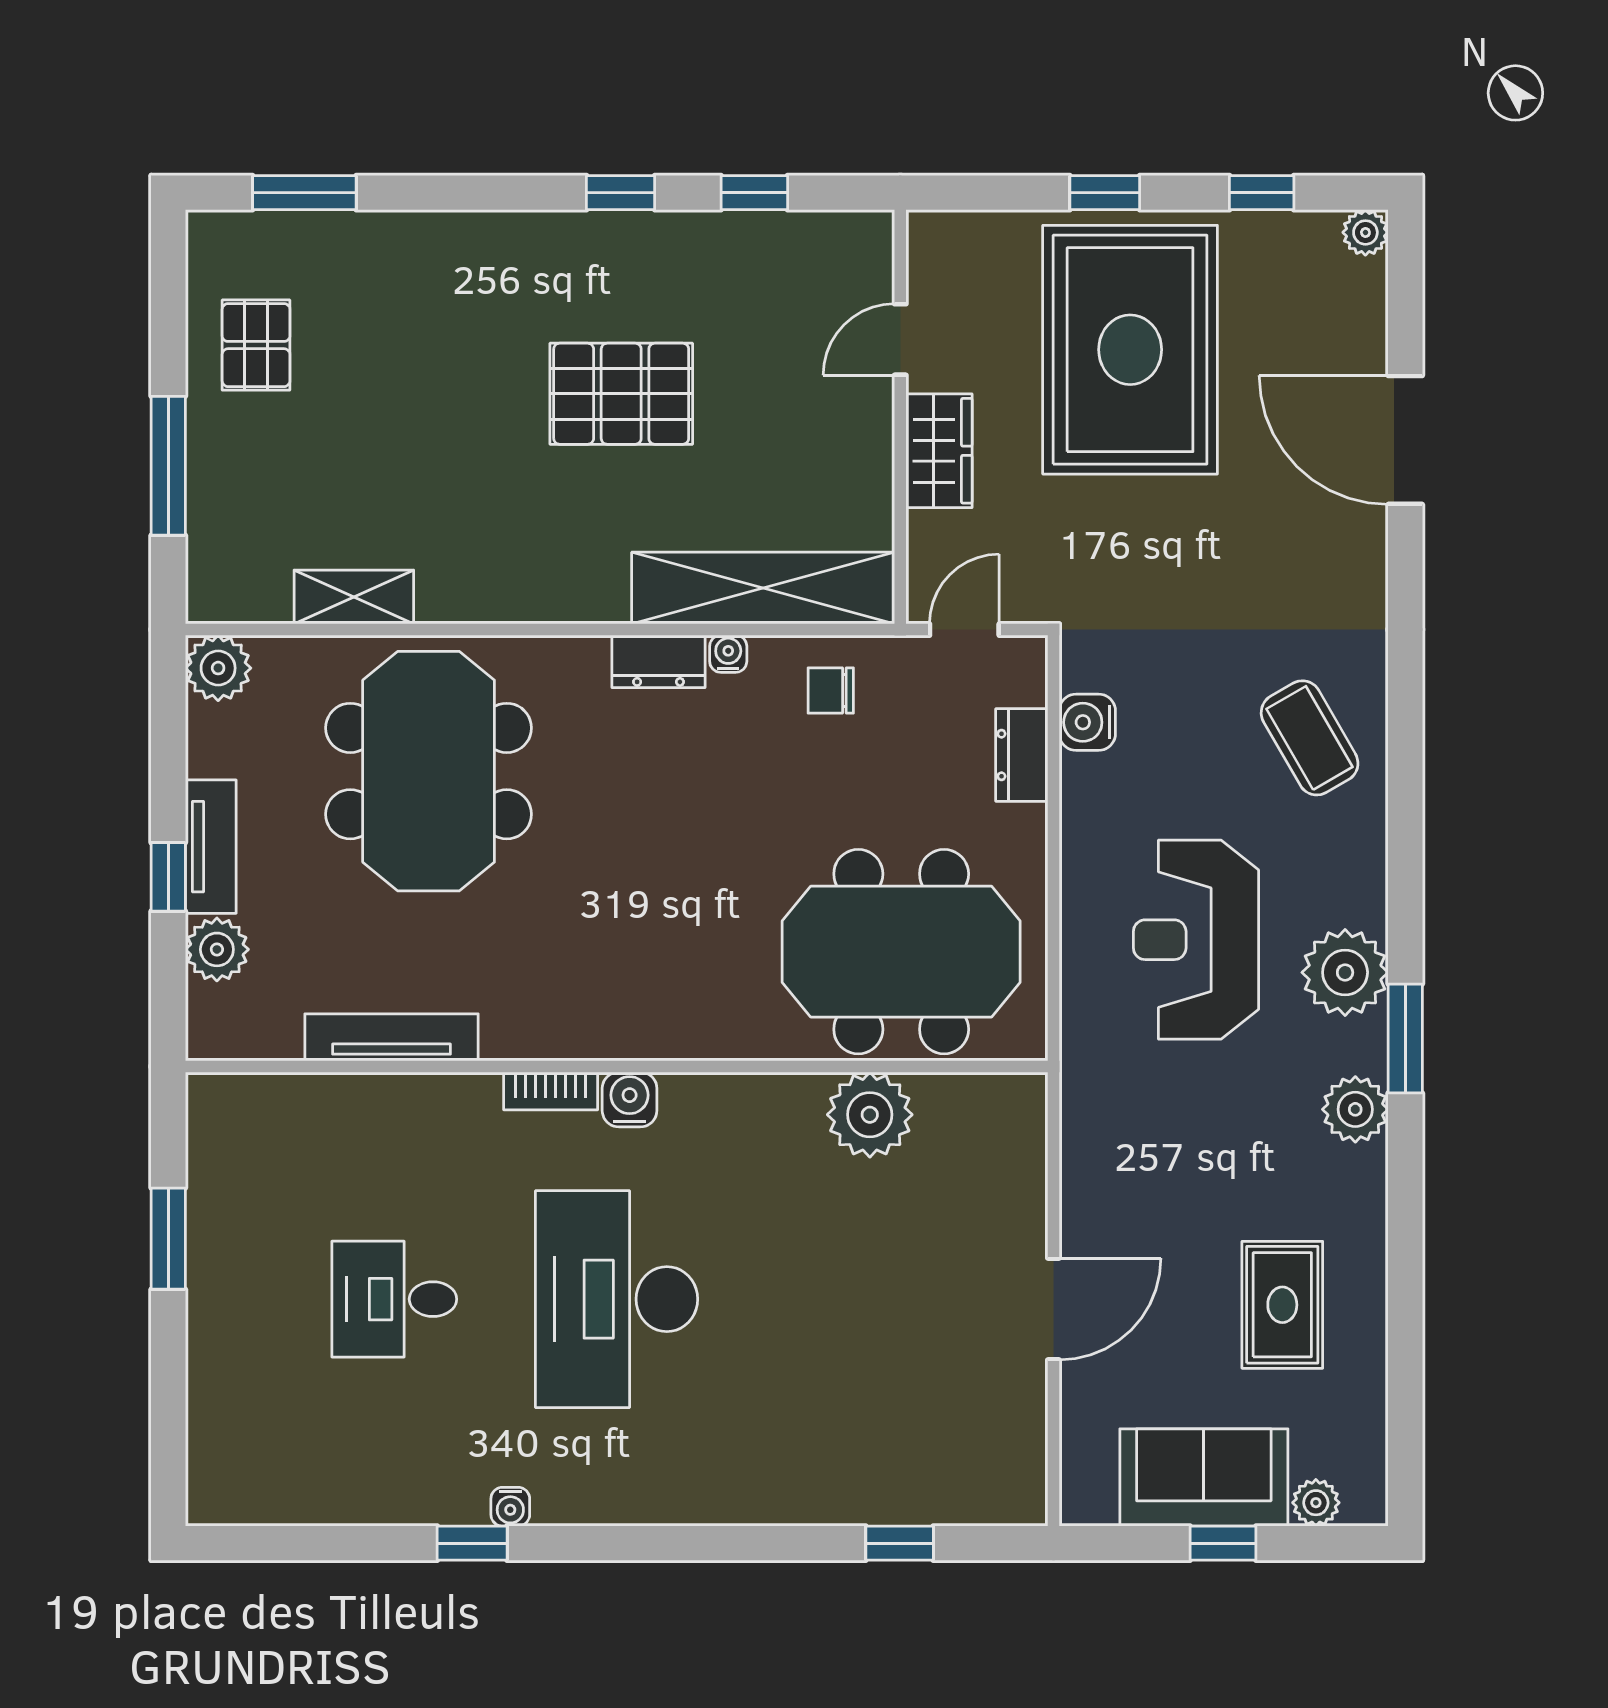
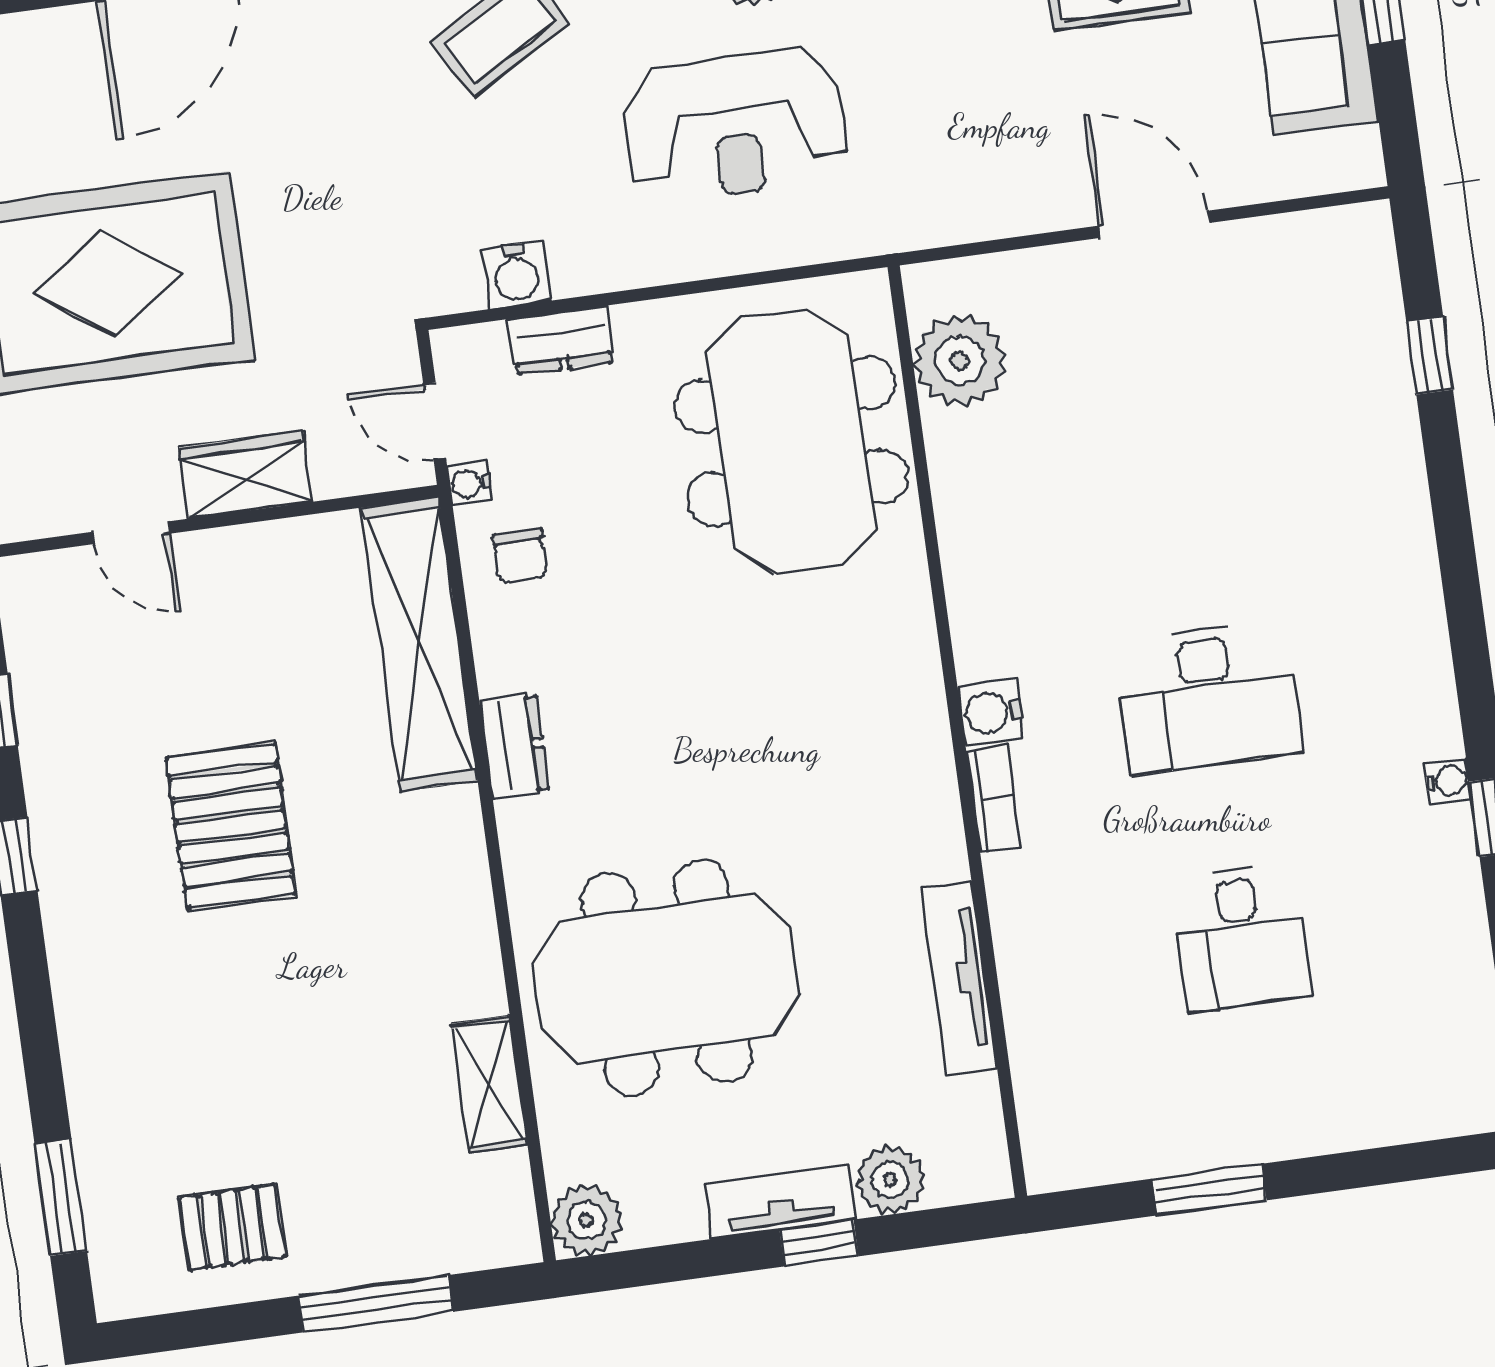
water cooler: (728, 654) -> (470, 483), moved
plant: (870, 1115) -> (959, 360), moved
desk: (617, 1299) -> (1208, 697), width x0.73, depth x0.77

